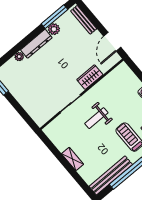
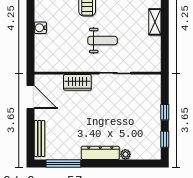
plant: (54, 29) -> (73, 153), removed
door: (112, 42) -> (31, 97), hinge flipped
window: (17, 106) -> (165, 112), added

